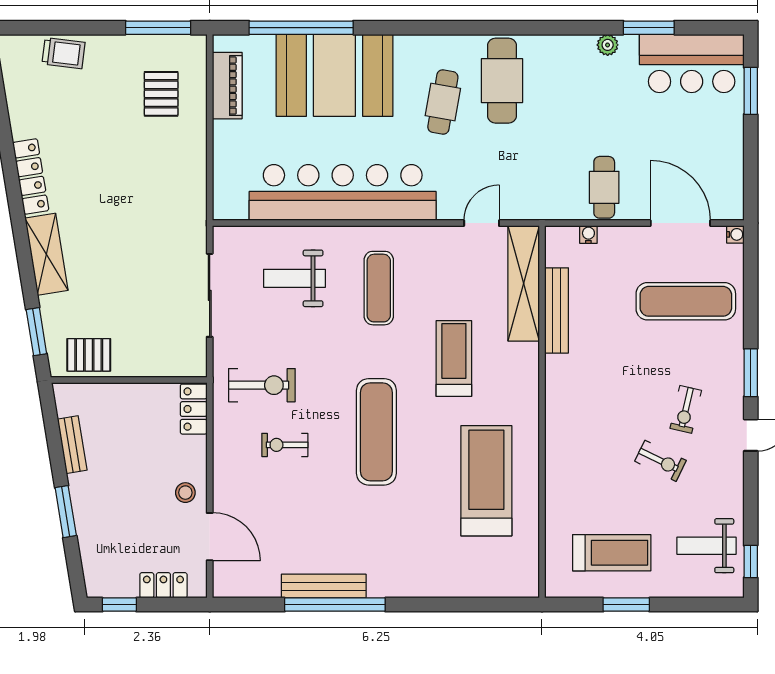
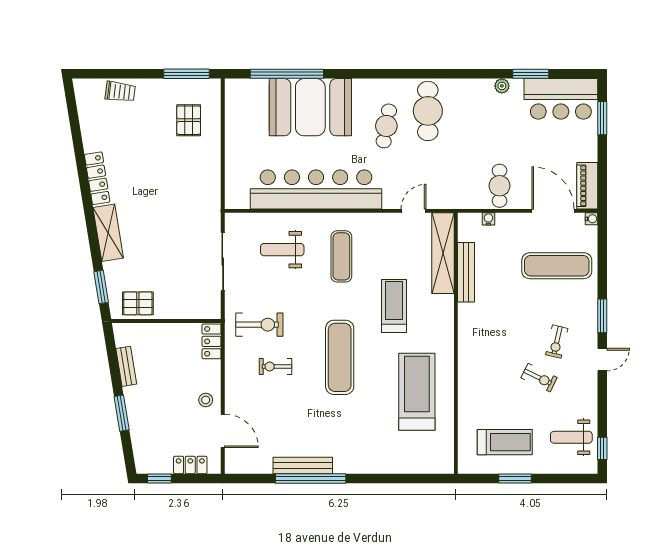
piano: (227, 86) -> (587, 186), moved, turned 180

